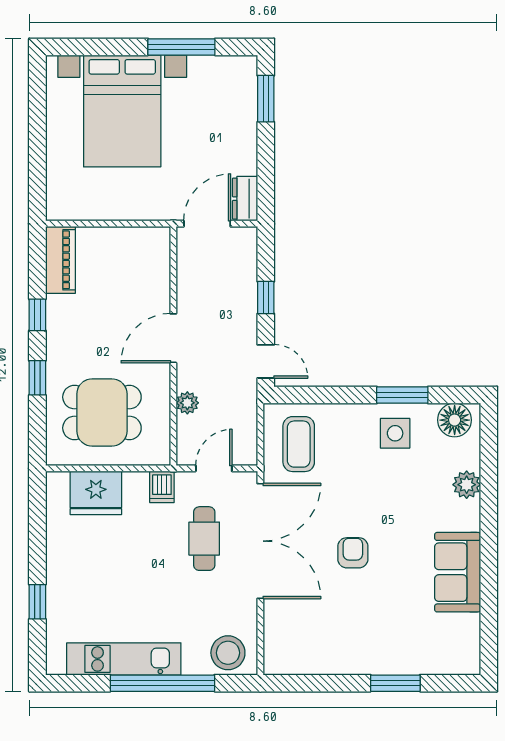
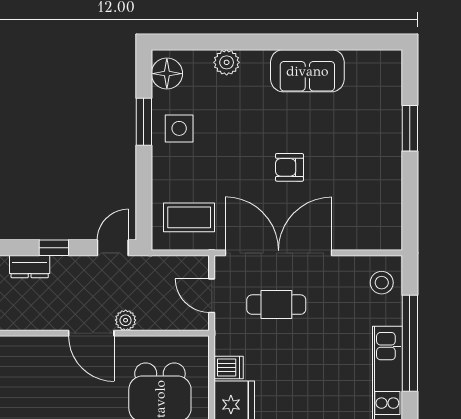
dresser: (245, 271) -> (30, 267), added
plant: (187, 403) -> (126, 320), moved
dishwasher: (162, 487) -> (229, 368), moved
stool: (228, 653) -> (382, 283), width x0.73, depth x0.73

